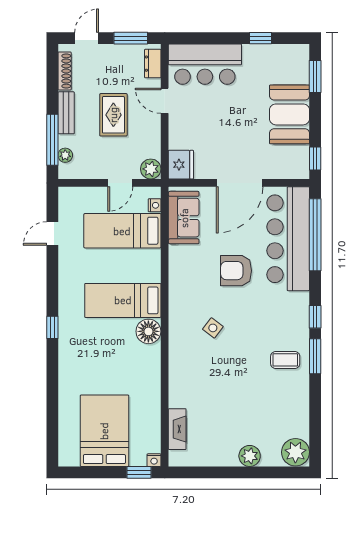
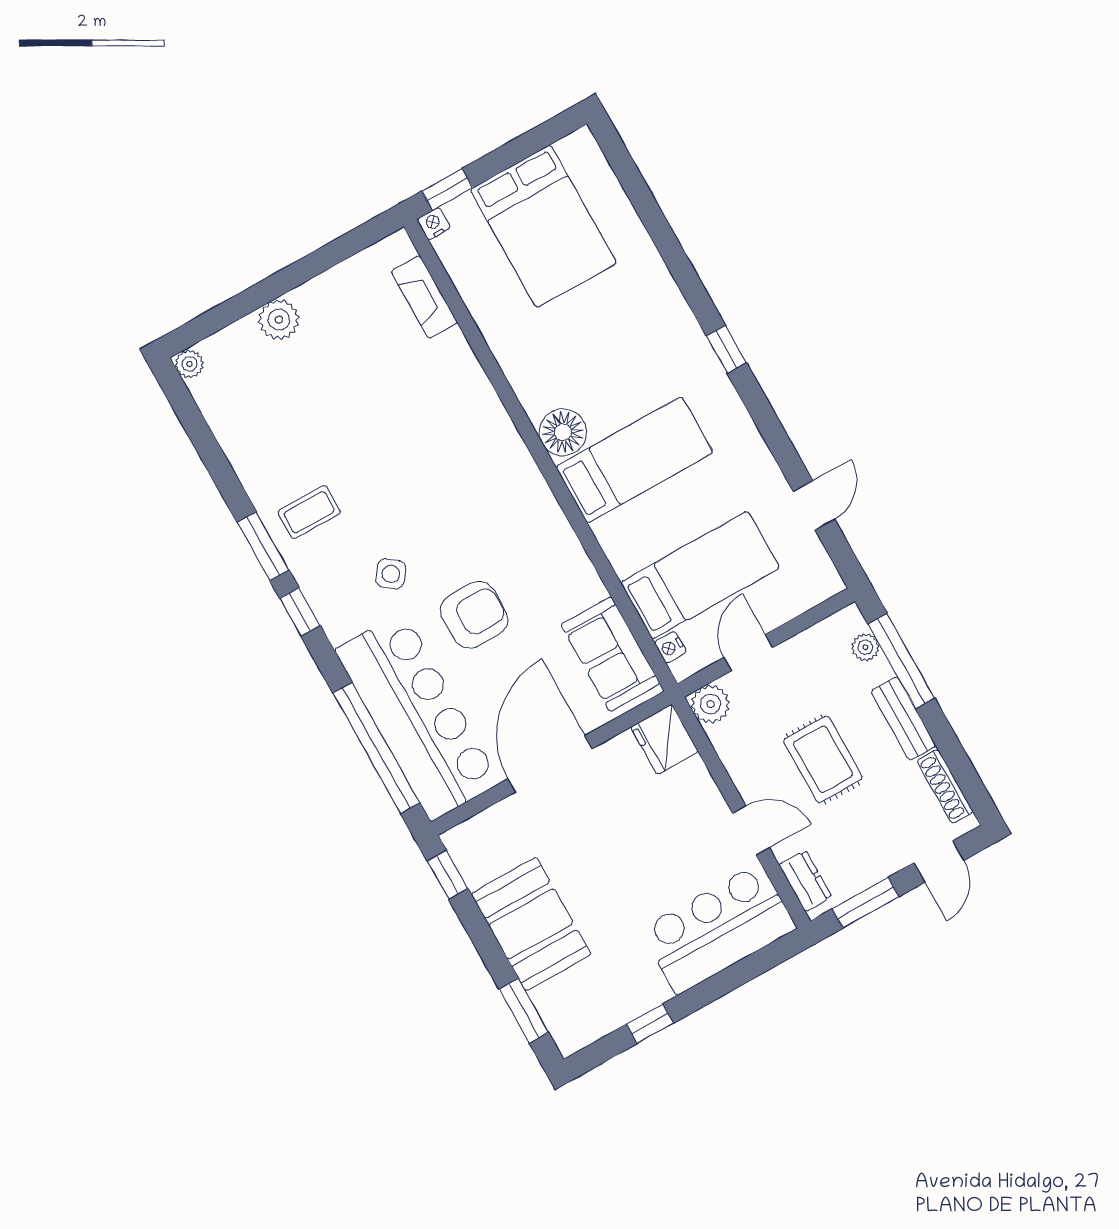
side table: (213, 328) -> (391, 574), moved
plant: (295, 452) -> (189, 364), width x0.53, depth x0.53

